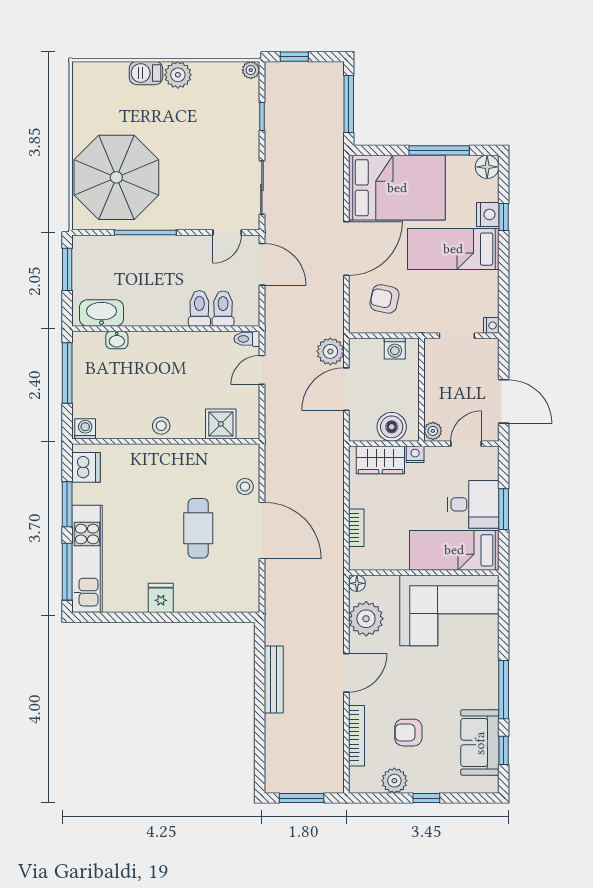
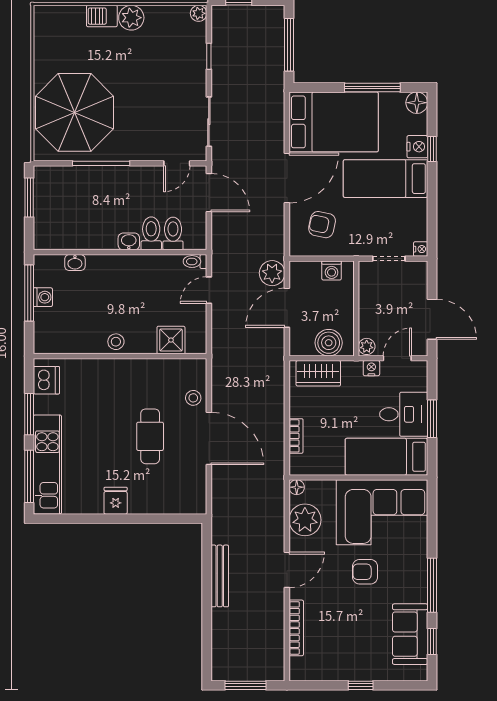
washbasin: (102, 313) -> (129, 241), moved, width x0.52, depth x0.69
washing machine: (85, 429) -> (43, 297), moved, turned 90
nightstand: (415, 454) -> (371, 368), moved
armchair: (408, 733) -> (365, 572), moved
plant: (394, 781) -> (331, 669), removed

